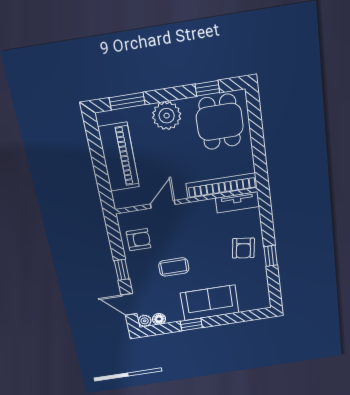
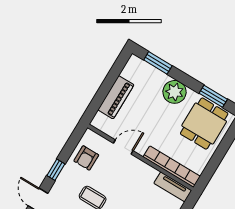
window: (207, 88) -> (213, 96), width x1.50
piano: (119, 157) -> (116, 97), width x0.73, depth x0.75
armchair: (139, 240) -> (86, 158), turned 90

